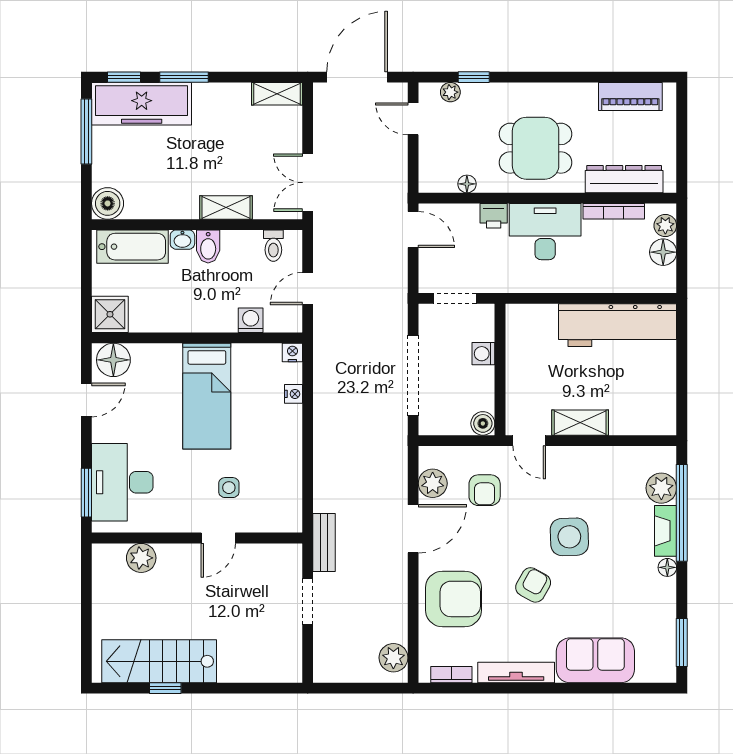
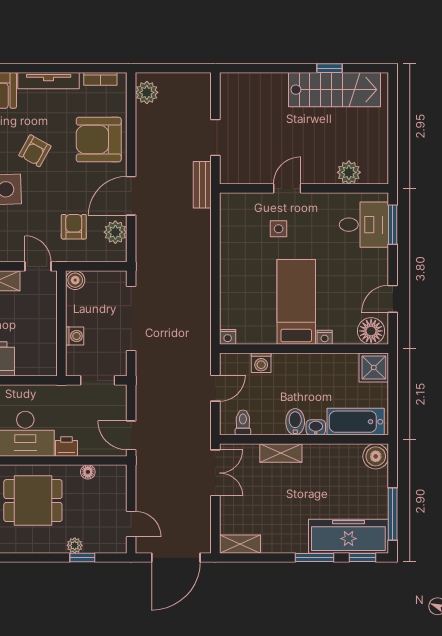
plant: (450, 92) -> (75, 545), moved
nightstand: (294, 394) -> (325, 337), moved, turned -90
desk: (122, 482) -> (364, 225), width x0.73

